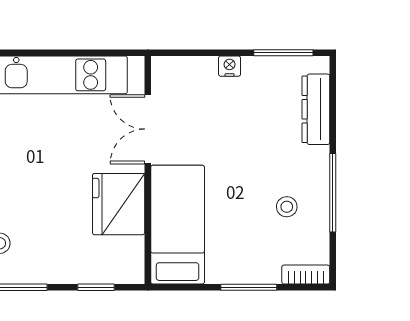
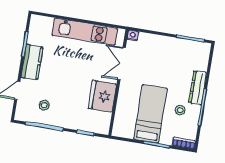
nightstand: (230, 66) -> (133, 35), moved
dresser: (316, 109) -> (198, 88), moved
bed: (178, 225) -> (150, 114), moved

